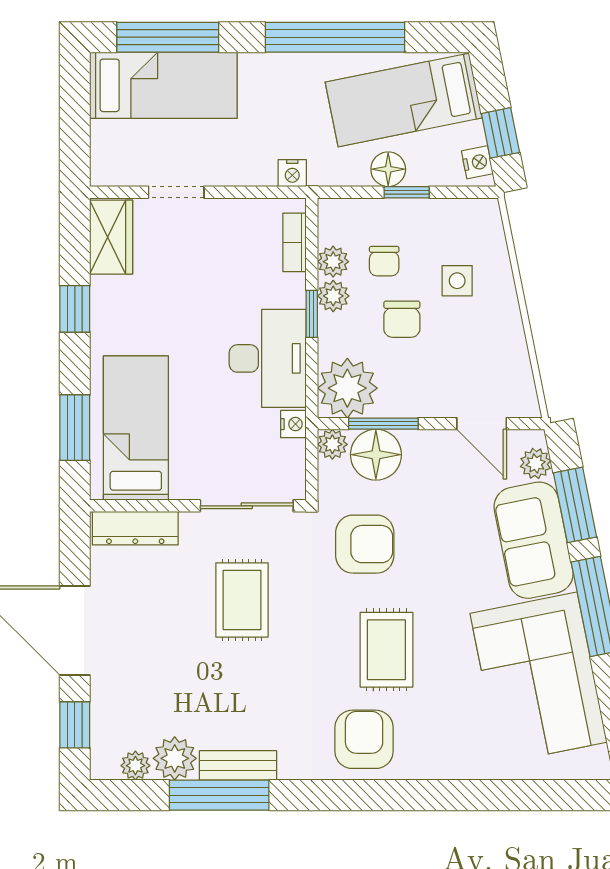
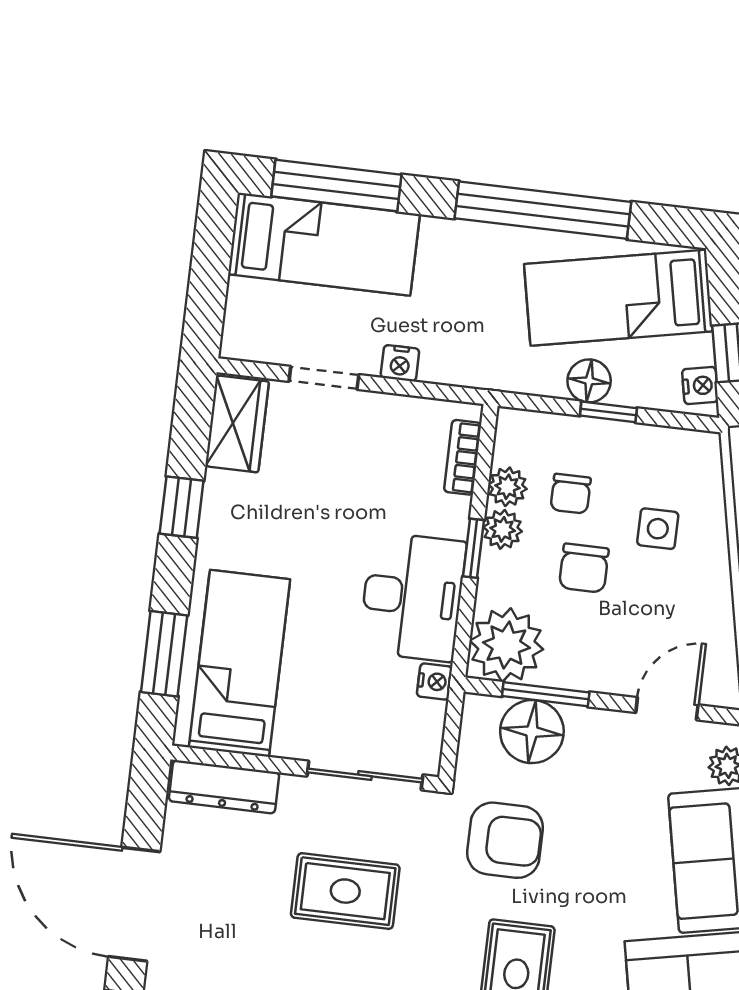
nightstand: (292, 173) -> (400, 363), moved
door: (482, 424) -> (667, 709), swing flipped
plant: (332, 444) -> (480, 712), removed
rug: (242, 600) -> (345, 891), turned 90

